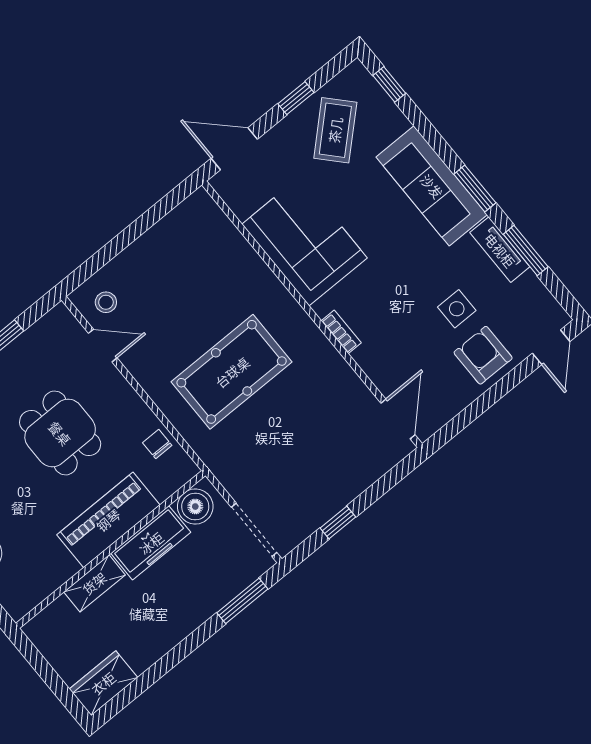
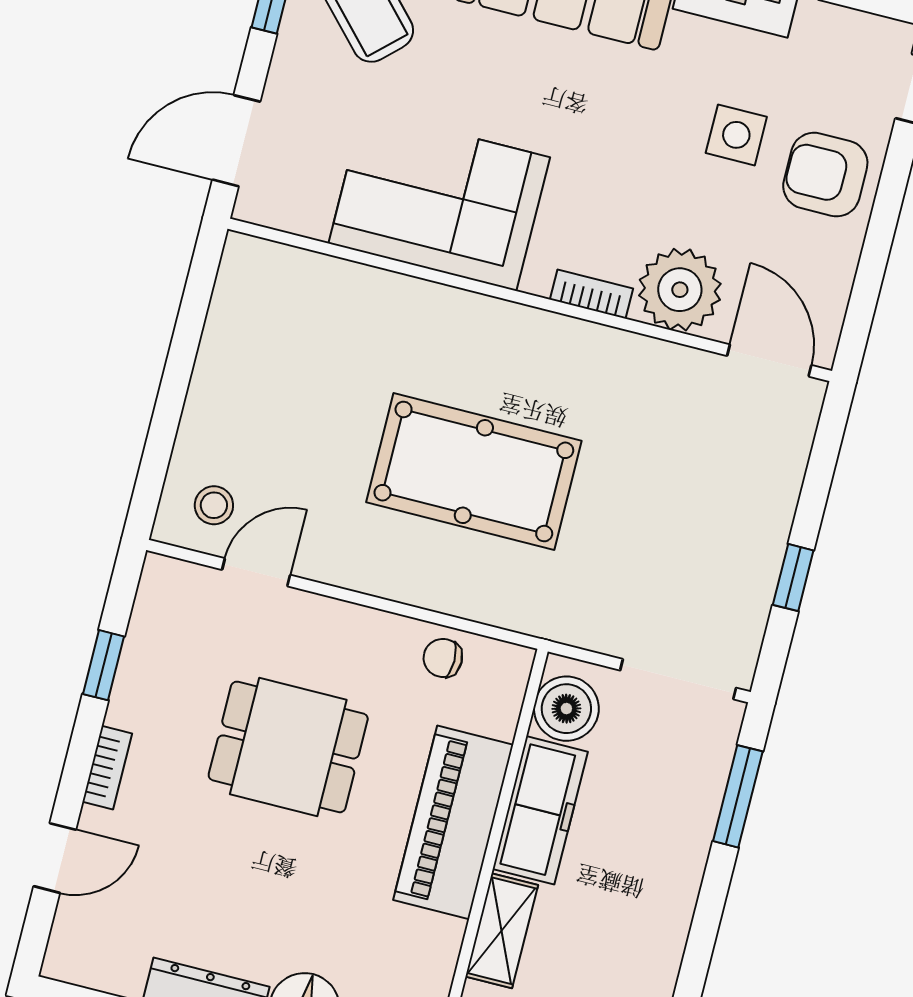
plant: (382, 359) -> (680, 290), added
pool table: (232, 372) -> (474, 472), turned 90

